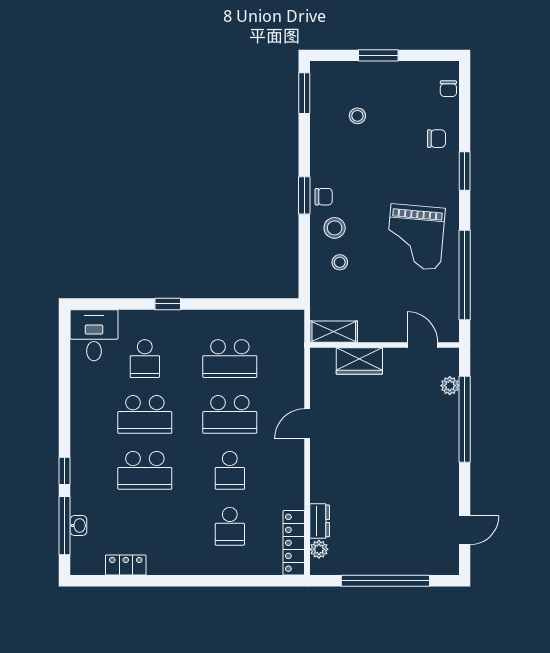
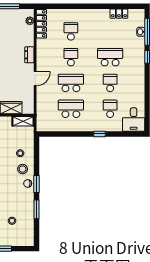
window: (304, 93) -> (37, 209), moved
school desk: (145, 414) -> (110, 83), width x0.54
dresser: (320, 521) -> (29, 55), moved

